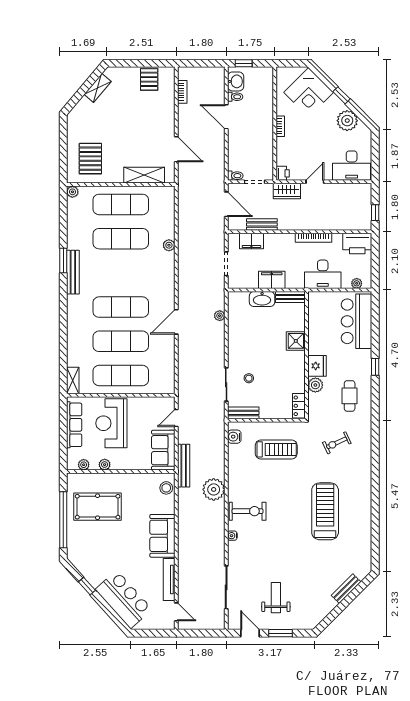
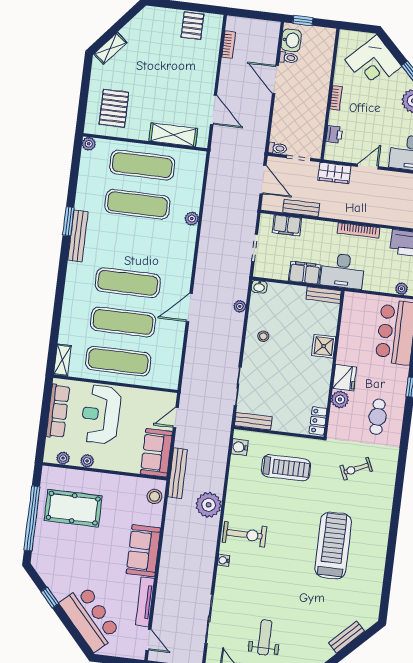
shelving: (98, 88) -> (110, 48), moved
printer: (283, 173) -> (334, 134), moved
desk: (323, 274) -> (343, 271), moved
washbasin: (262, 299) -> (259, 287), moved, width x0.52, depth x0.69
stool: (249, 378) -> (263, 336), moved

